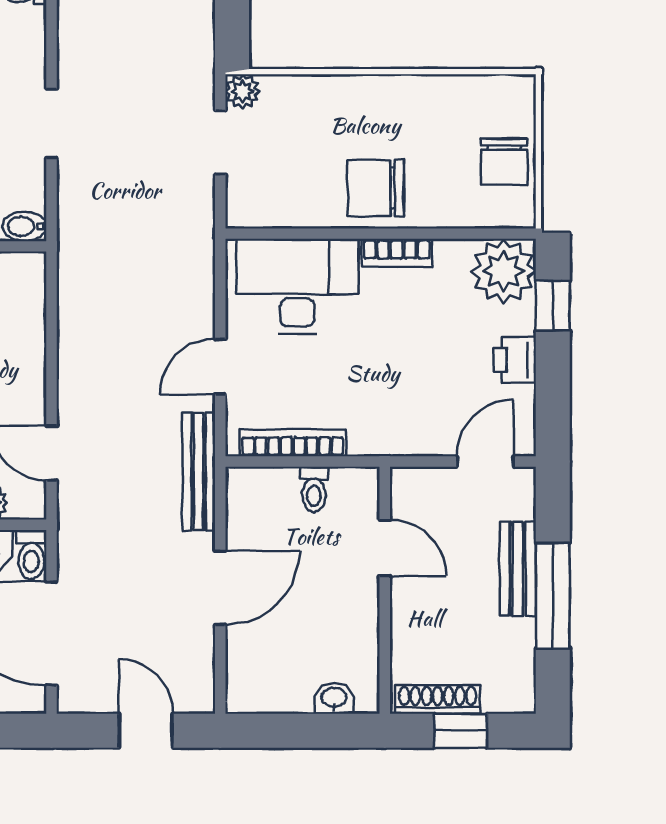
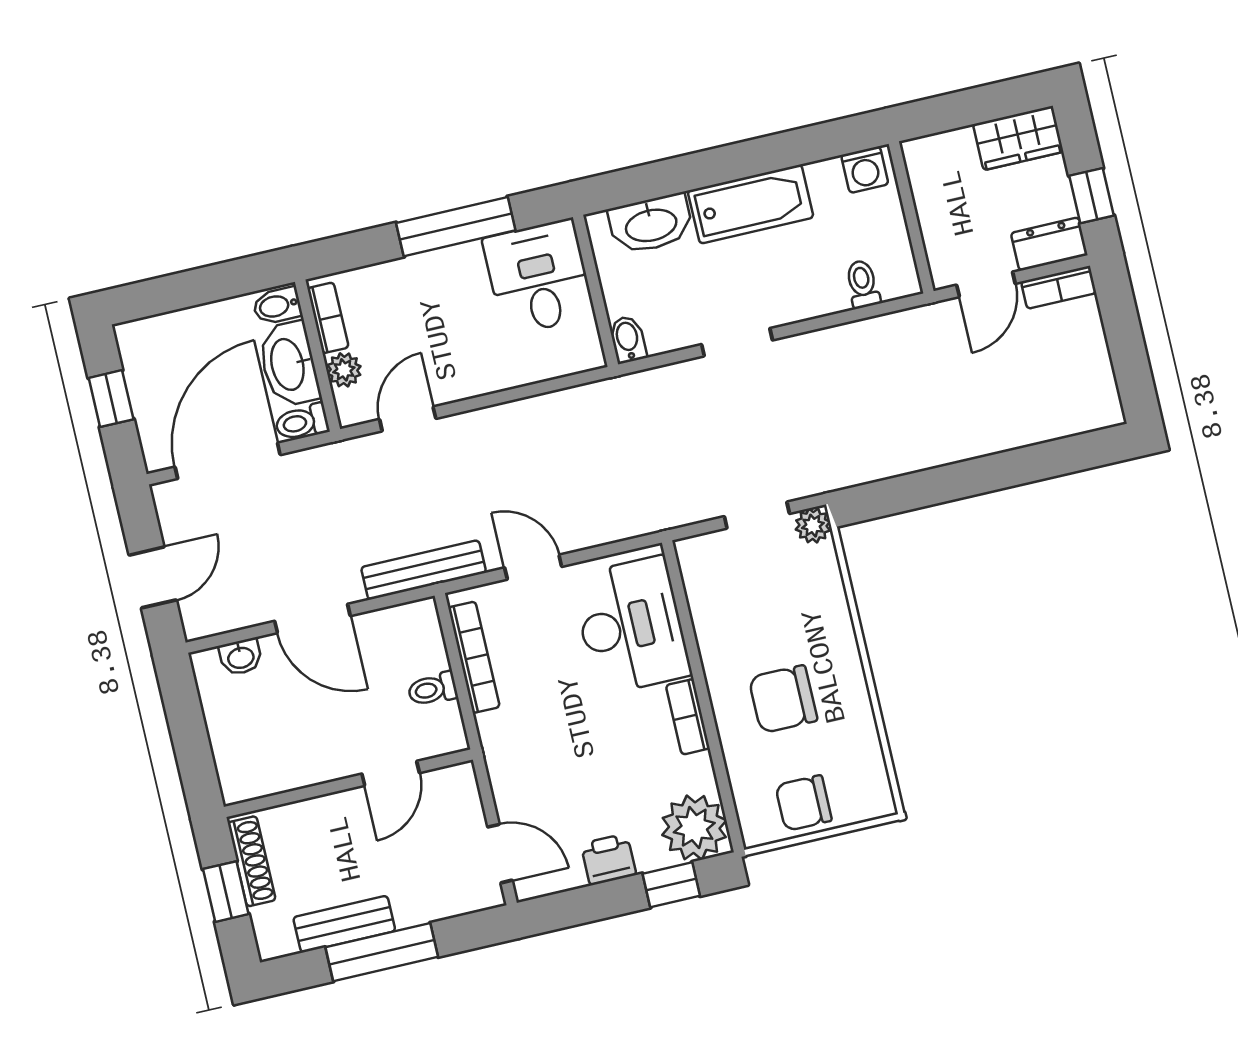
chair: (376, 188) -> (783, 699), moved, turned -90
bench: (518, 569) -> (344, 924), moved
washbasin: (334, 698) -> (241, 657), moved, turned 90

